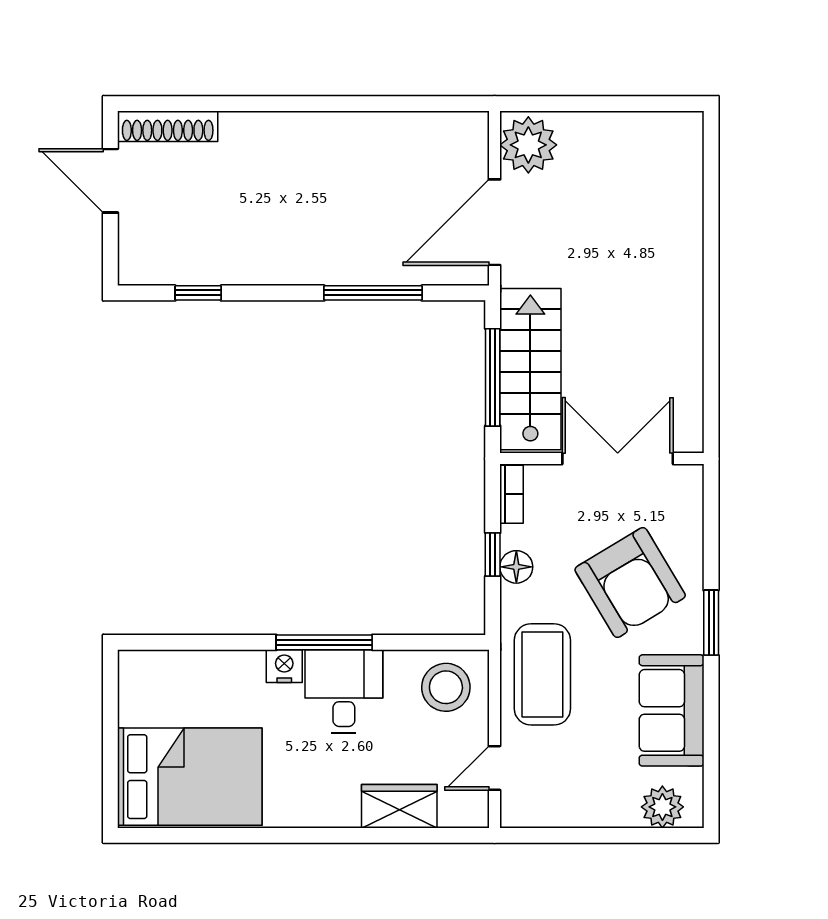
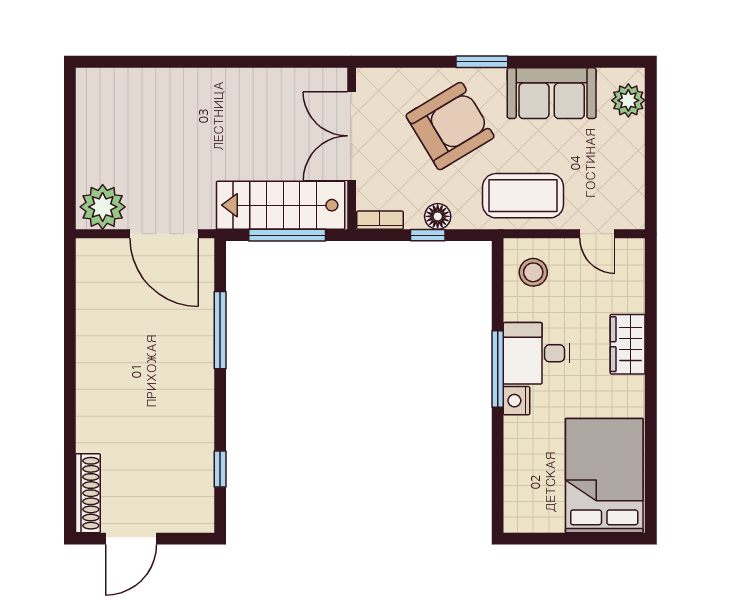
stool: (446, 687) -> (533, 272), width x0.73, depth x0.73
wardrobe: (399, 806) -> (628, 344), moved

